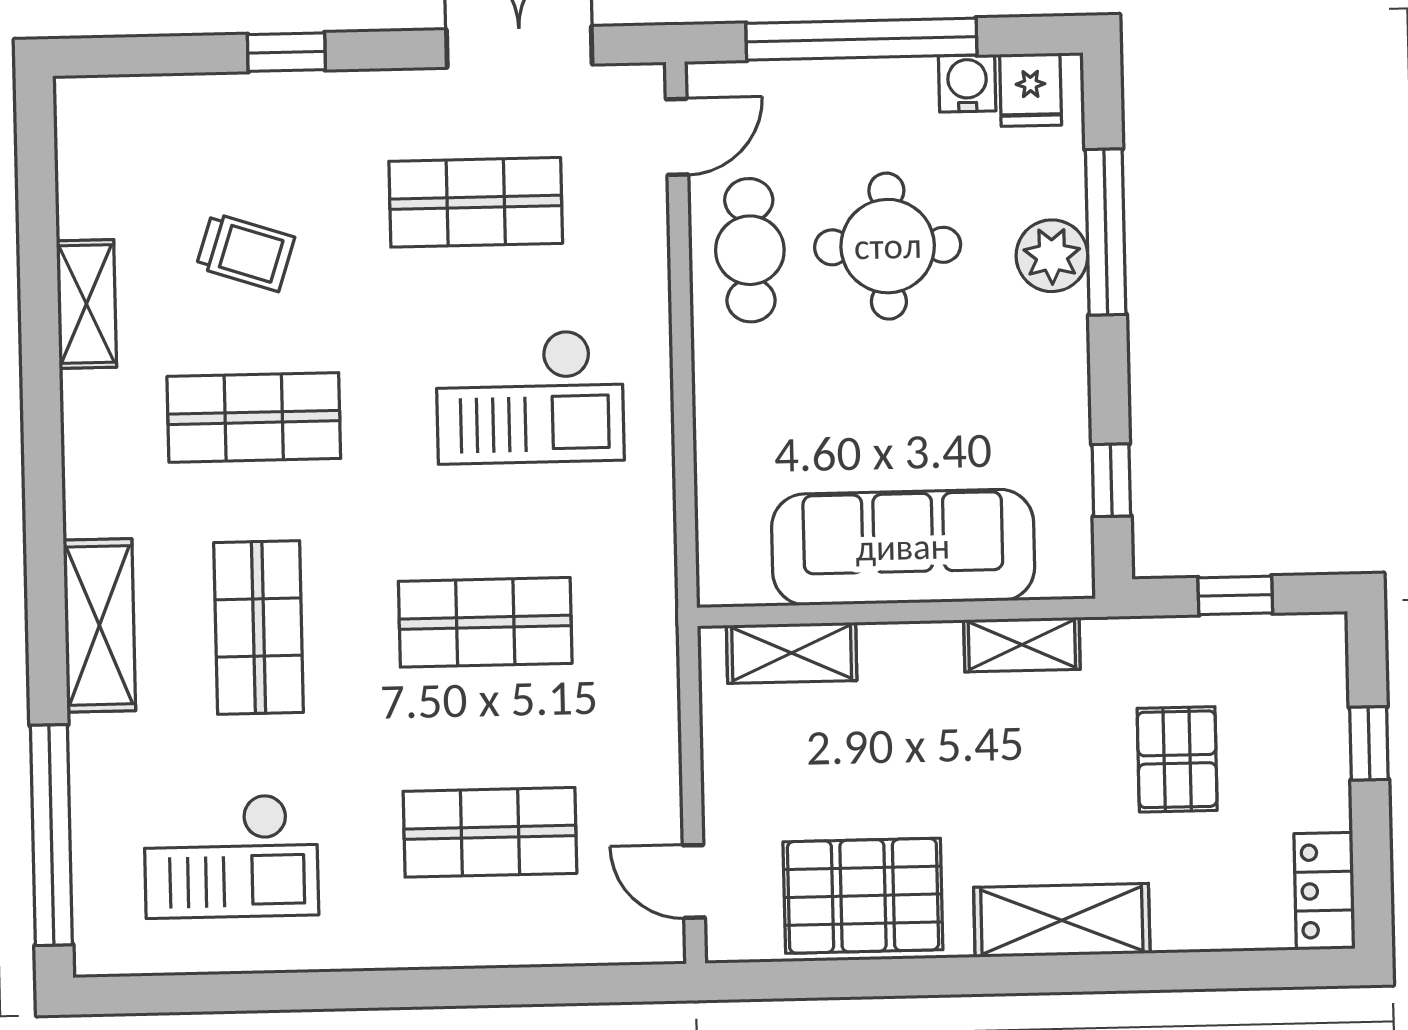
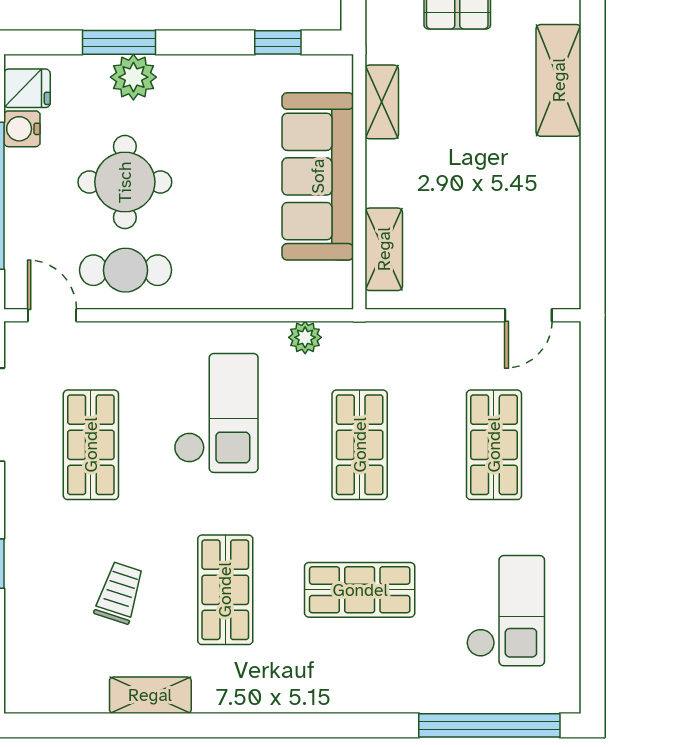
window: (1106, 232) -> (119, 42), width x0.69
plant: (651, 533) -> (305, 337), added
shelving: (99, 625) -> (356, 692), removed
pallet: (863, 896) -> (540, 207), removed

